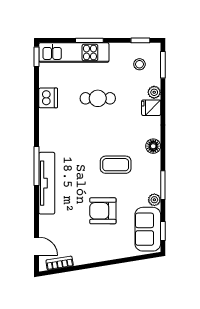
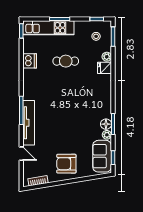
floor lamp: (153, 146) -> (106, 124), moved
coffee table: (116, 165) -> (79, 109), removed
armchair: (103, 211) -> (66, 164), moved
door: (37, 246) -> (21, 154), moved

